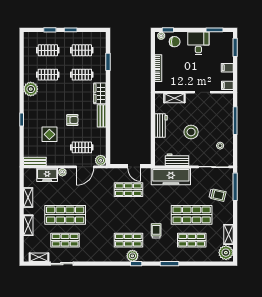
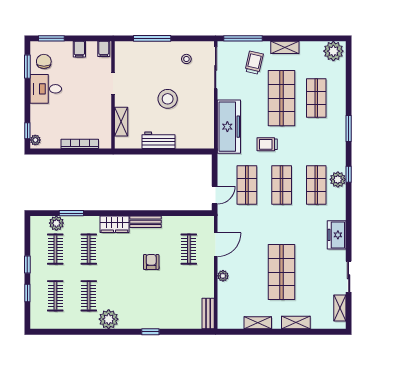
chair: (175, 42) -> (44, 61), moved
display table: (49, 134) -> (171, 294), removed
plant: (101, 160) -> (56, 223), moved
workbench: (177, 160) -> (206, 118), removed
door: (134, 166) -> (215, 195), moved
door: (85, 167) -> (216, 245), hinge flipped
freezer: (47, 175) -> (337, 235), moved, turned 180
trolley: (156, 231) -> (267, 144), moved
shelving: (229, 234) -> (285, 47), moved
shop shelf: (65, 240) -> (282, 185), moved

